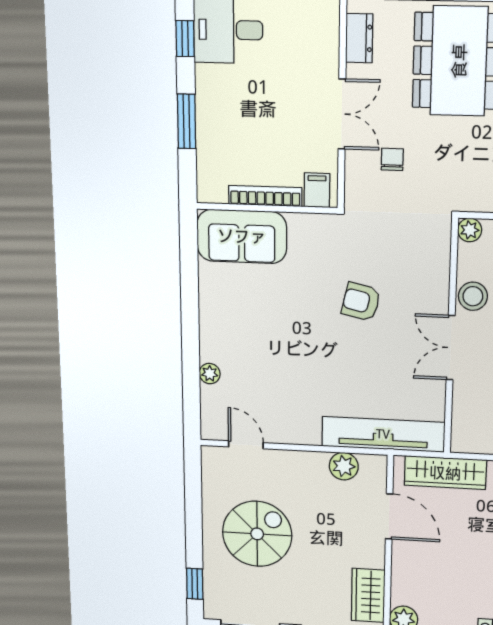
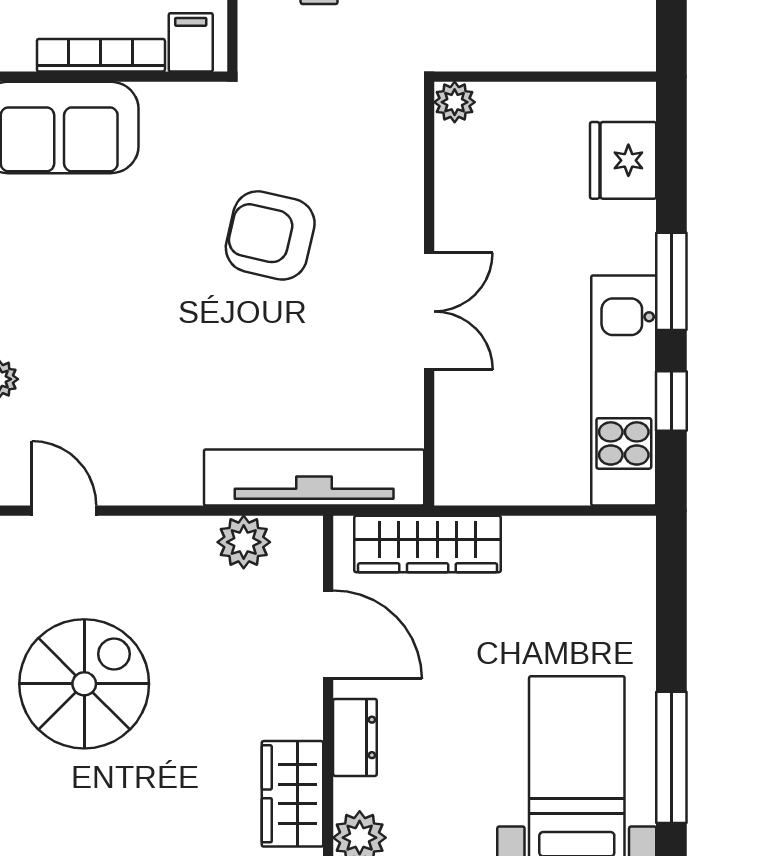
stool: (473, 296) -> (465, 218), removed
armchair: (361, 302) -> (270, 235), width x1.38, depth x1.38
double door: (451, 348) -> (429, 311), swing flipped
dresser: (402, 569) -> (355, 737), added

